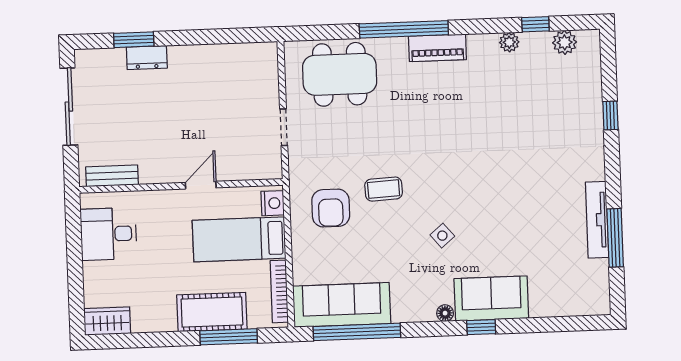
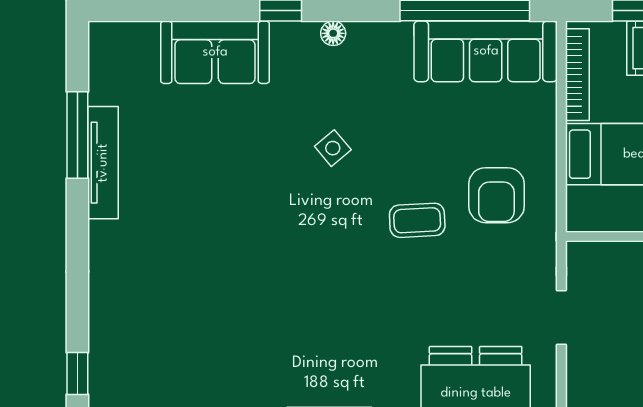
window: (610, 115) -> (77, 373), moved
nightstand: (273, 203) -> (582, 206), removed
armchair: (331, 208) -> (496, 195), turned 180
sofa: (491, 298) -> (215, 52), moved

